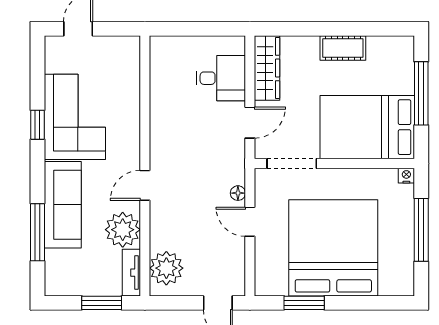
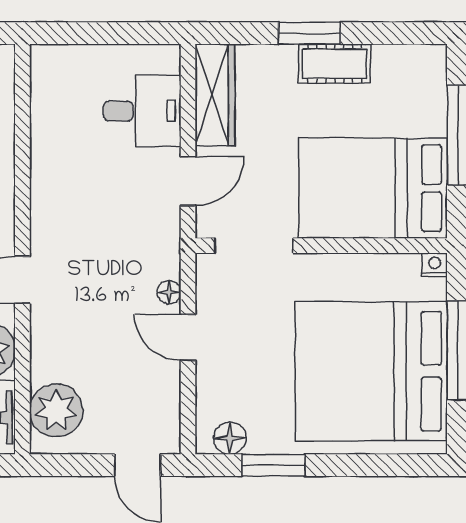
window: (327, 29) -> (309, 33), added
bed: (333, 248) -> (371, 371), moved, turned -90
floor lamp: (276, 286) -> (230, 438), added

